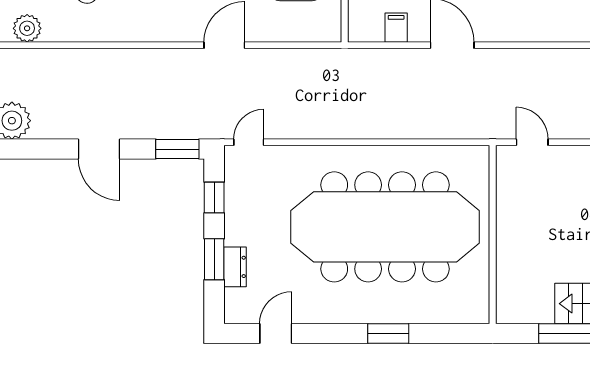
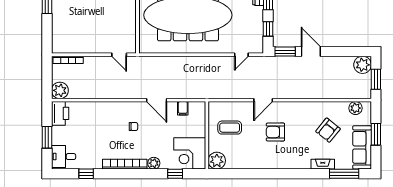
door: (249, 142) -> (241, 55), moved
door: (99, 149) -> (311, 52), moved

